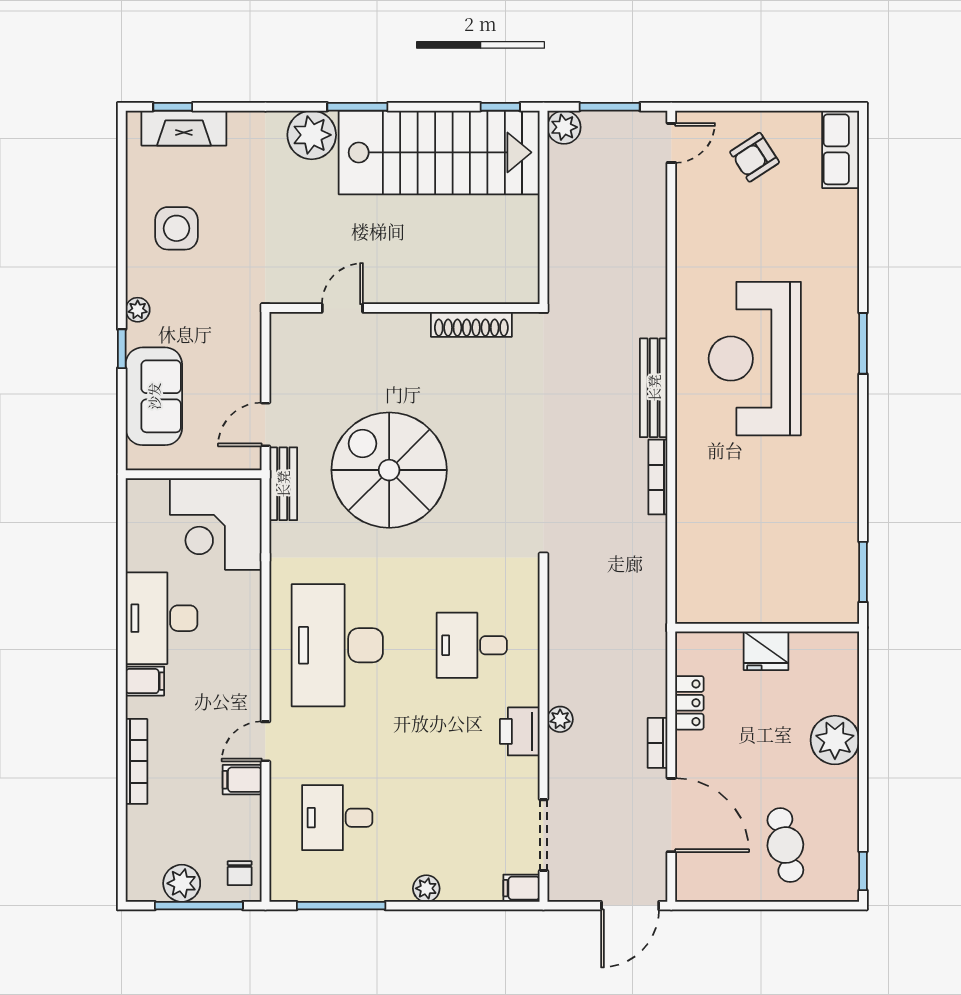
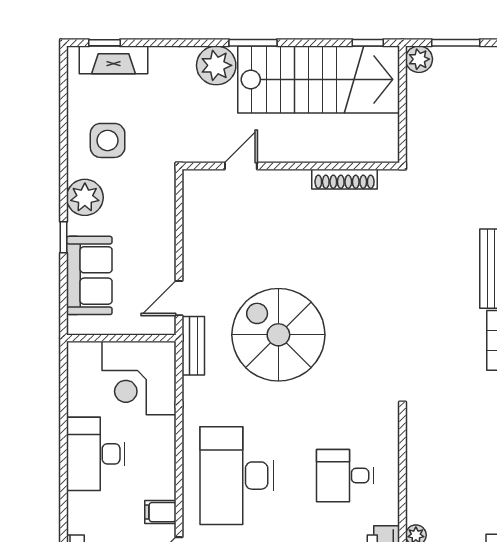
door: (342, 308) -> (241, 166), moved
wall: (404, 308) -> (291, 166), moved
plant: (138, 310) -> (85, 197), width x1.88, depth x1.88
shoe rack: (471, 324) -> (345, 179), moved
filing cabinet: (145, 681) -> (160, 512), moved, turned 180

